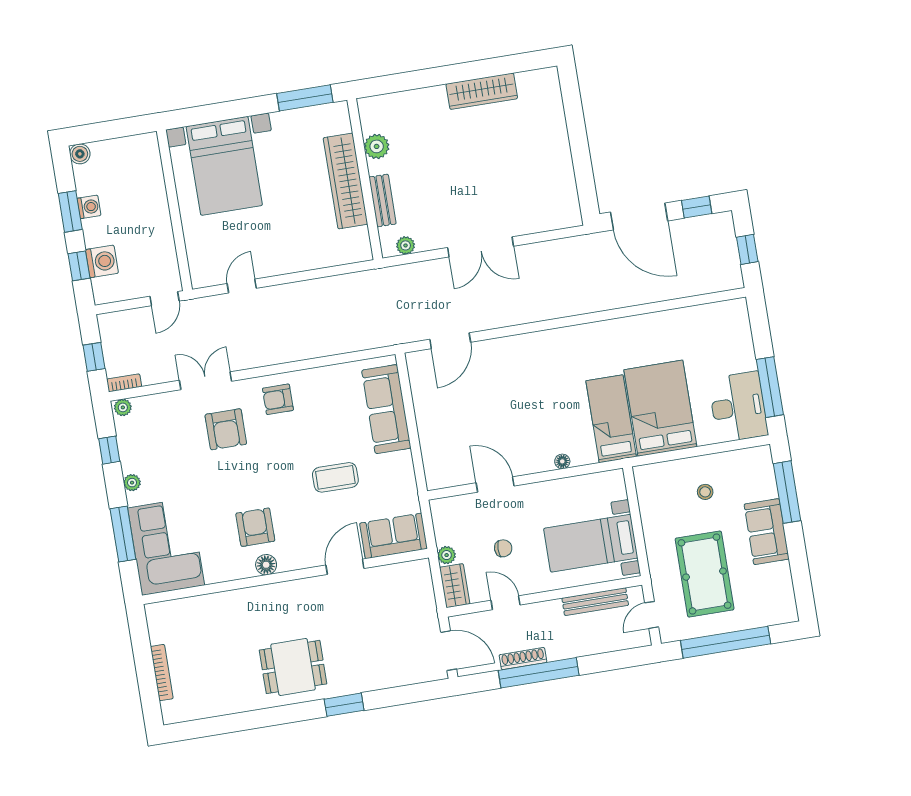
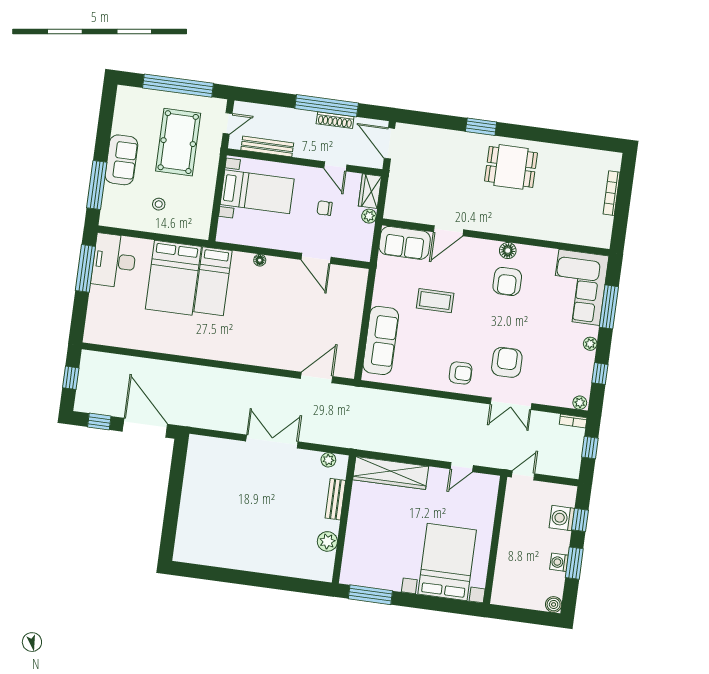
wardrobe: (482, 91) -> (235, 559), removed
wardrobe: (345, 181) -> (391, 473), moved, turned 90

